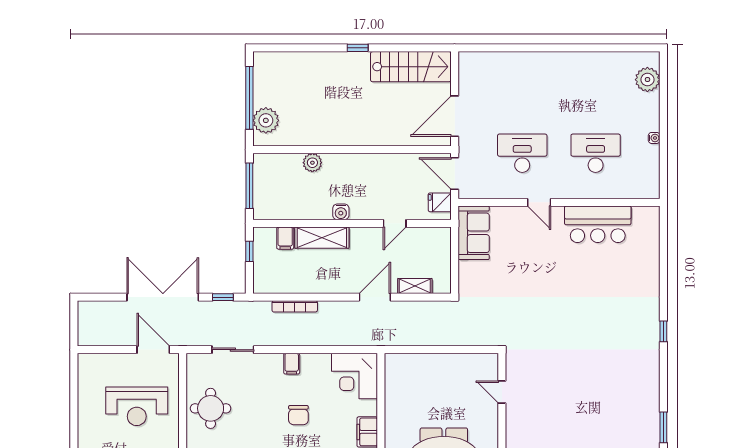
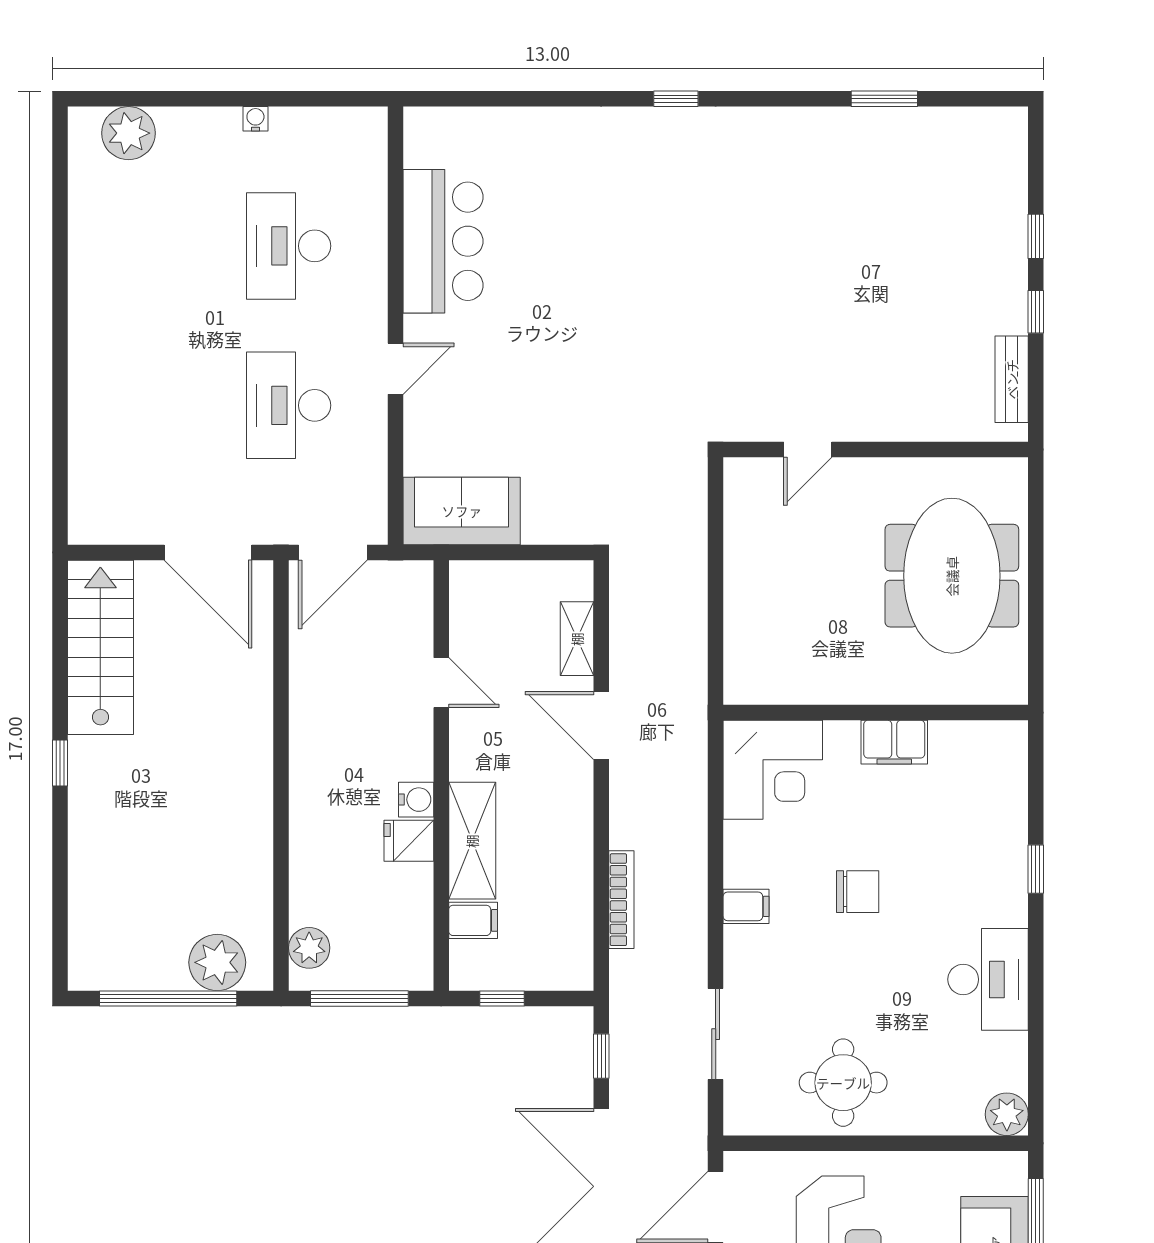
plant: (312, 163) -> (309, 948), moved
fridge: (440, 202) -> (409, 841), moved, turned 90

